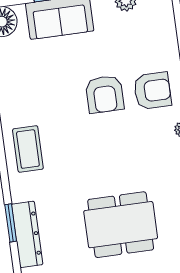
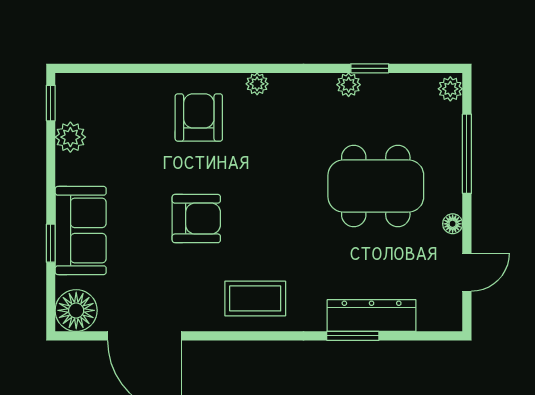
armchair: (105, 94) -> (196, 219), moved
dining table: (121, 225) -> (376, 186), turned 90

